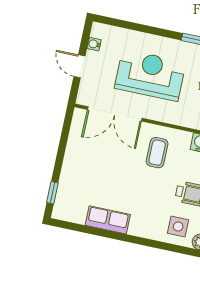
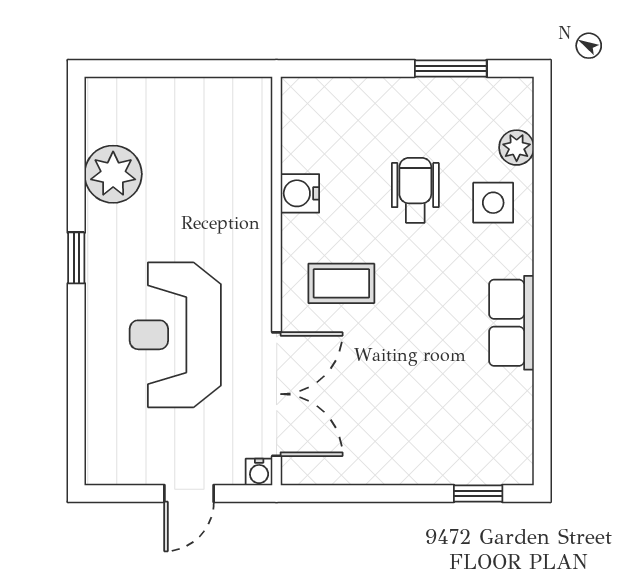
water cooler: (94, 44) -> (259, 472), moved
row of seats: (108, 220) -> (512, 323), moved

